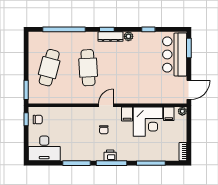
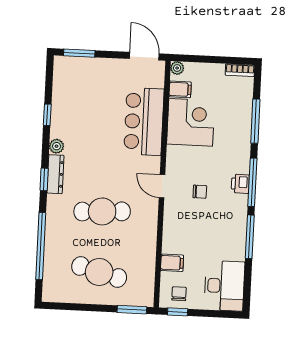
bar counter: (175, 55) -> (144, 121), moved, turned 90
filing cabinet: (127, 114) -> (172, 263), moved

